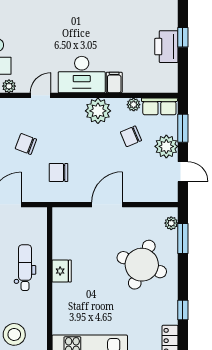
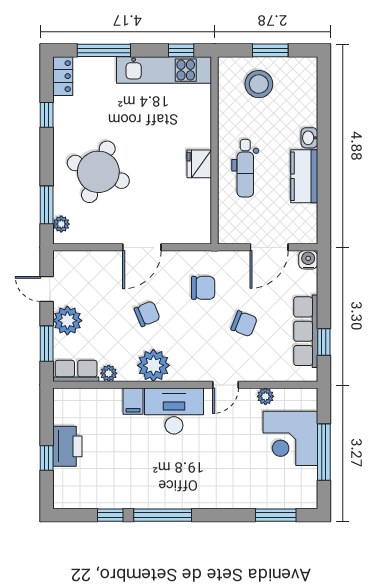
chair: (131, 136) -> (147, 314), moved

